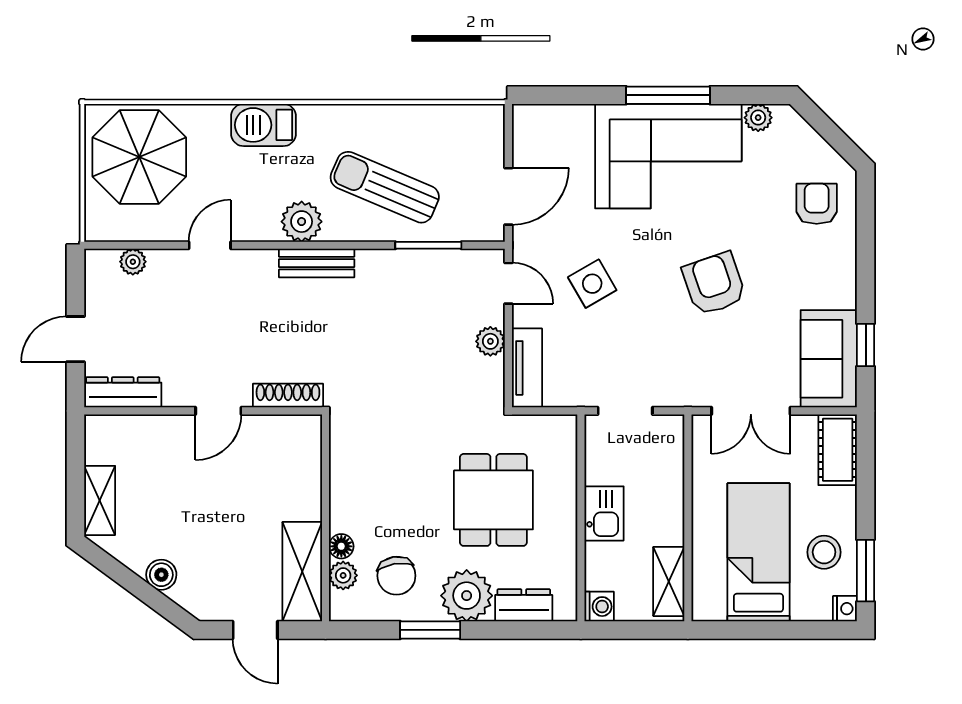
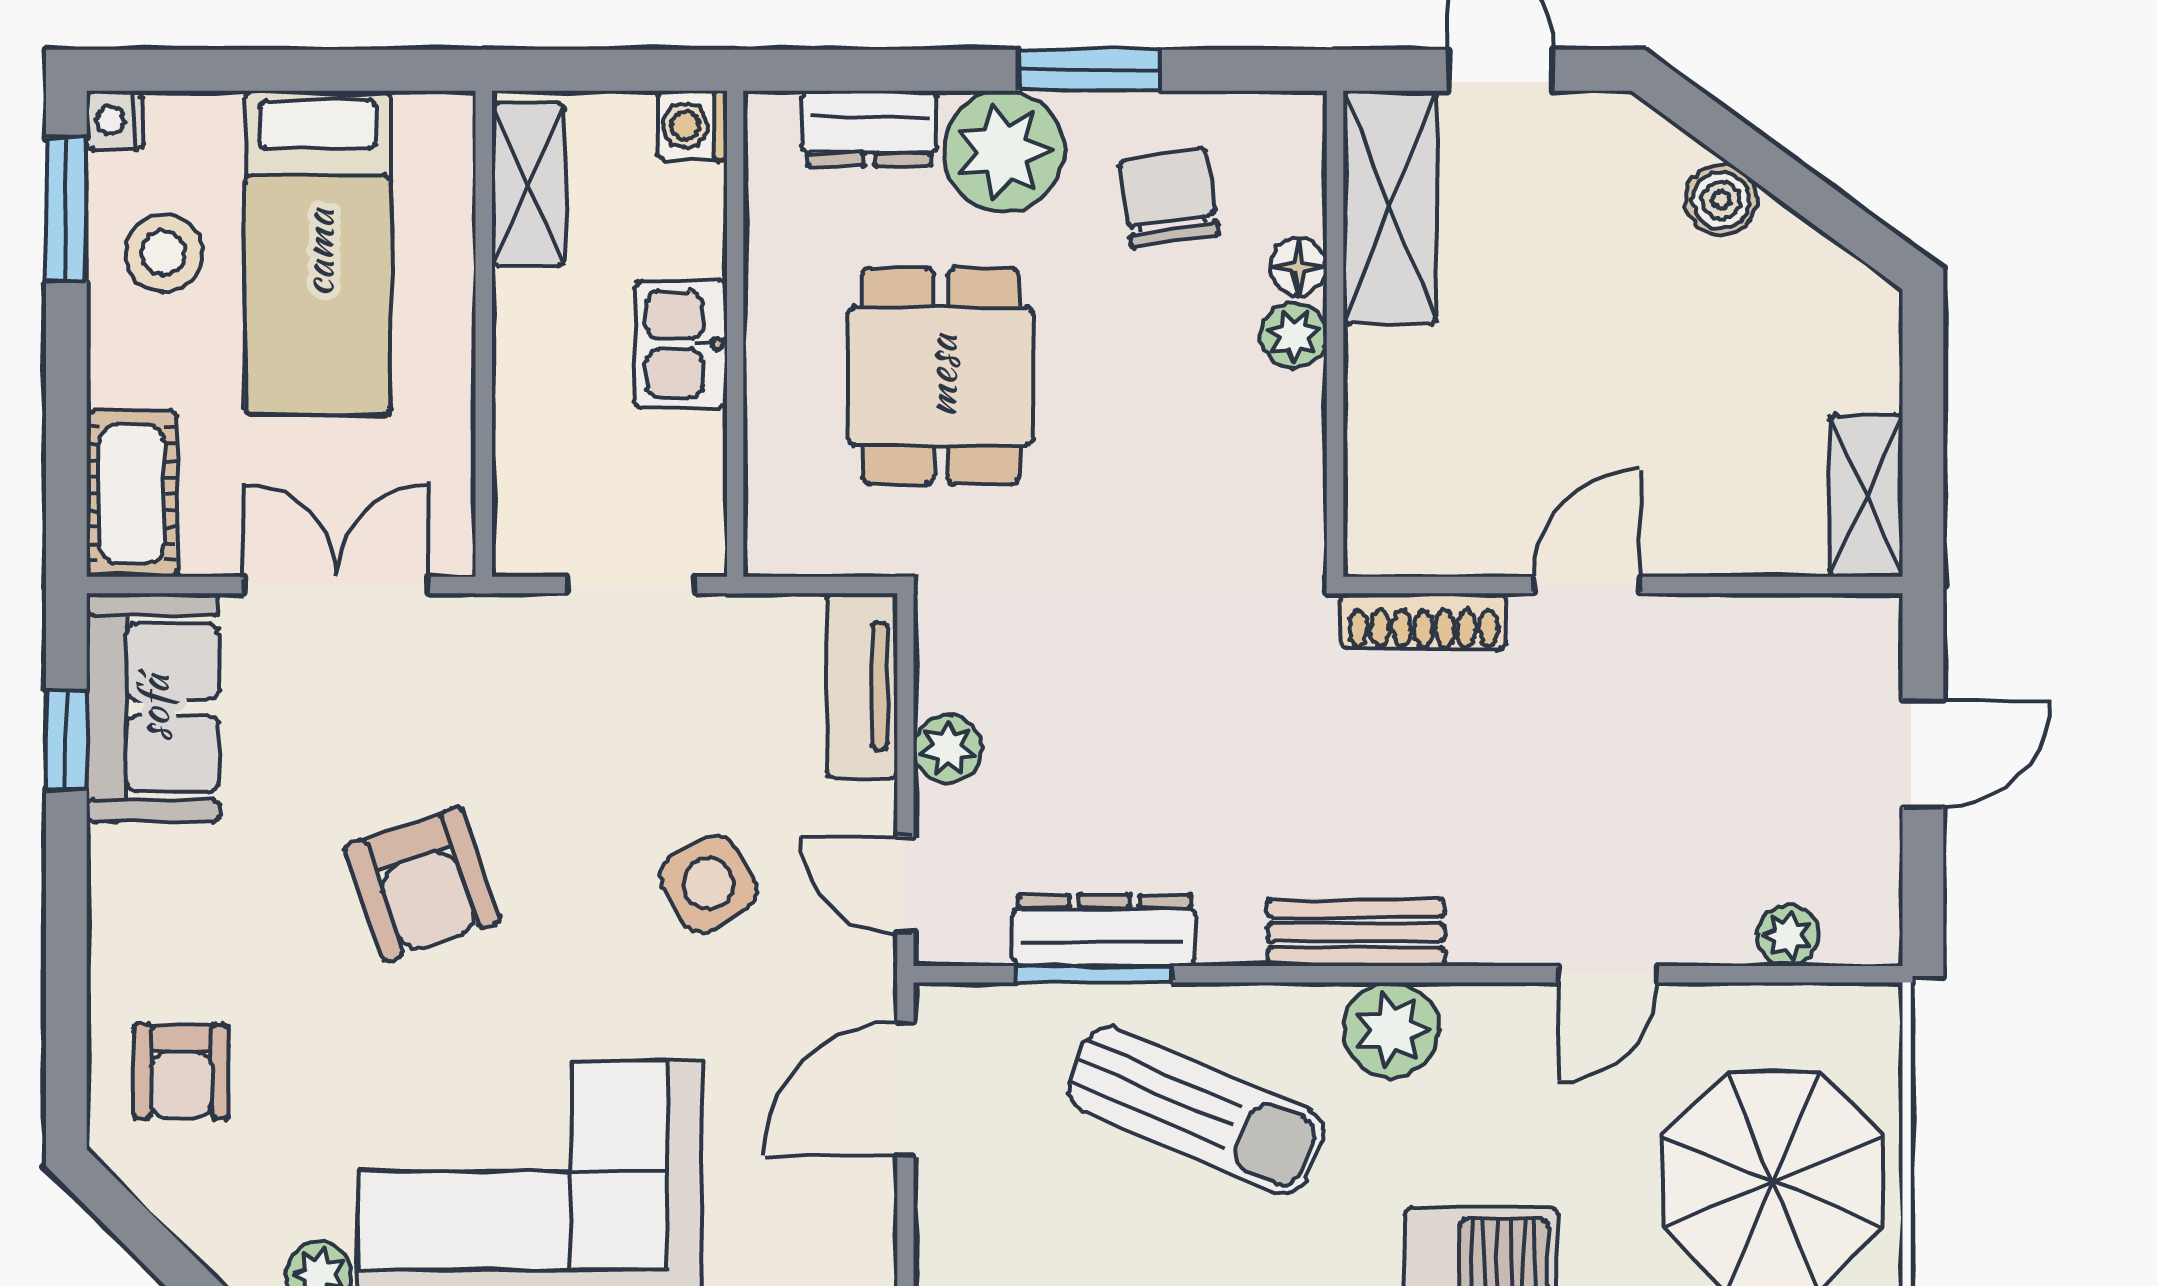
dresser: (123, 392) -> (1104, 930), moved, turned 180
shelving: (100, 500) -> (1866, 496), moved
plant: (343, 575) -> (1294, 335), moved

